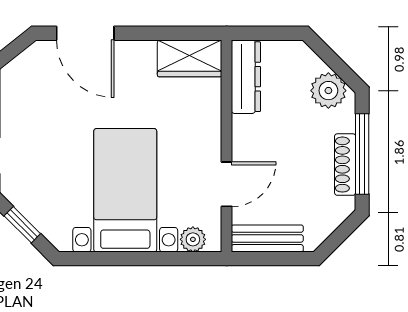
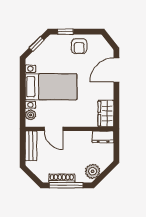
dresser: (246, 77) -> (103, 137), width x0.70
armchair: (28, 123) -> (79, 46), added

